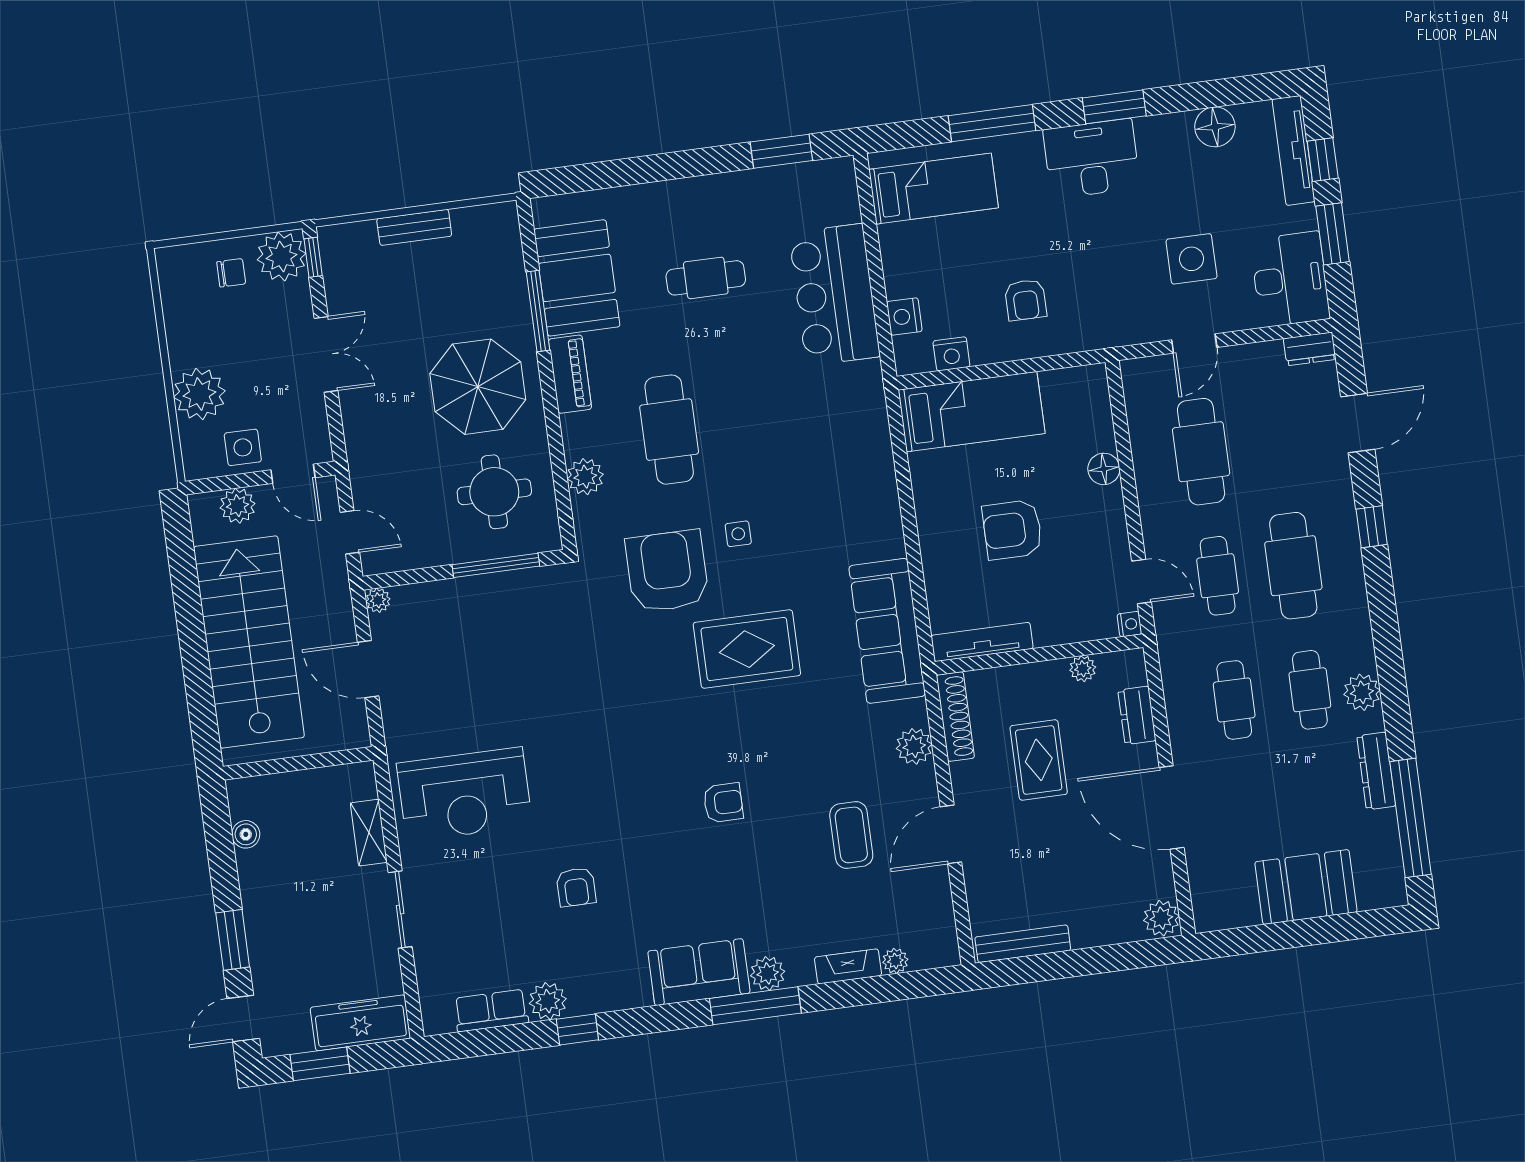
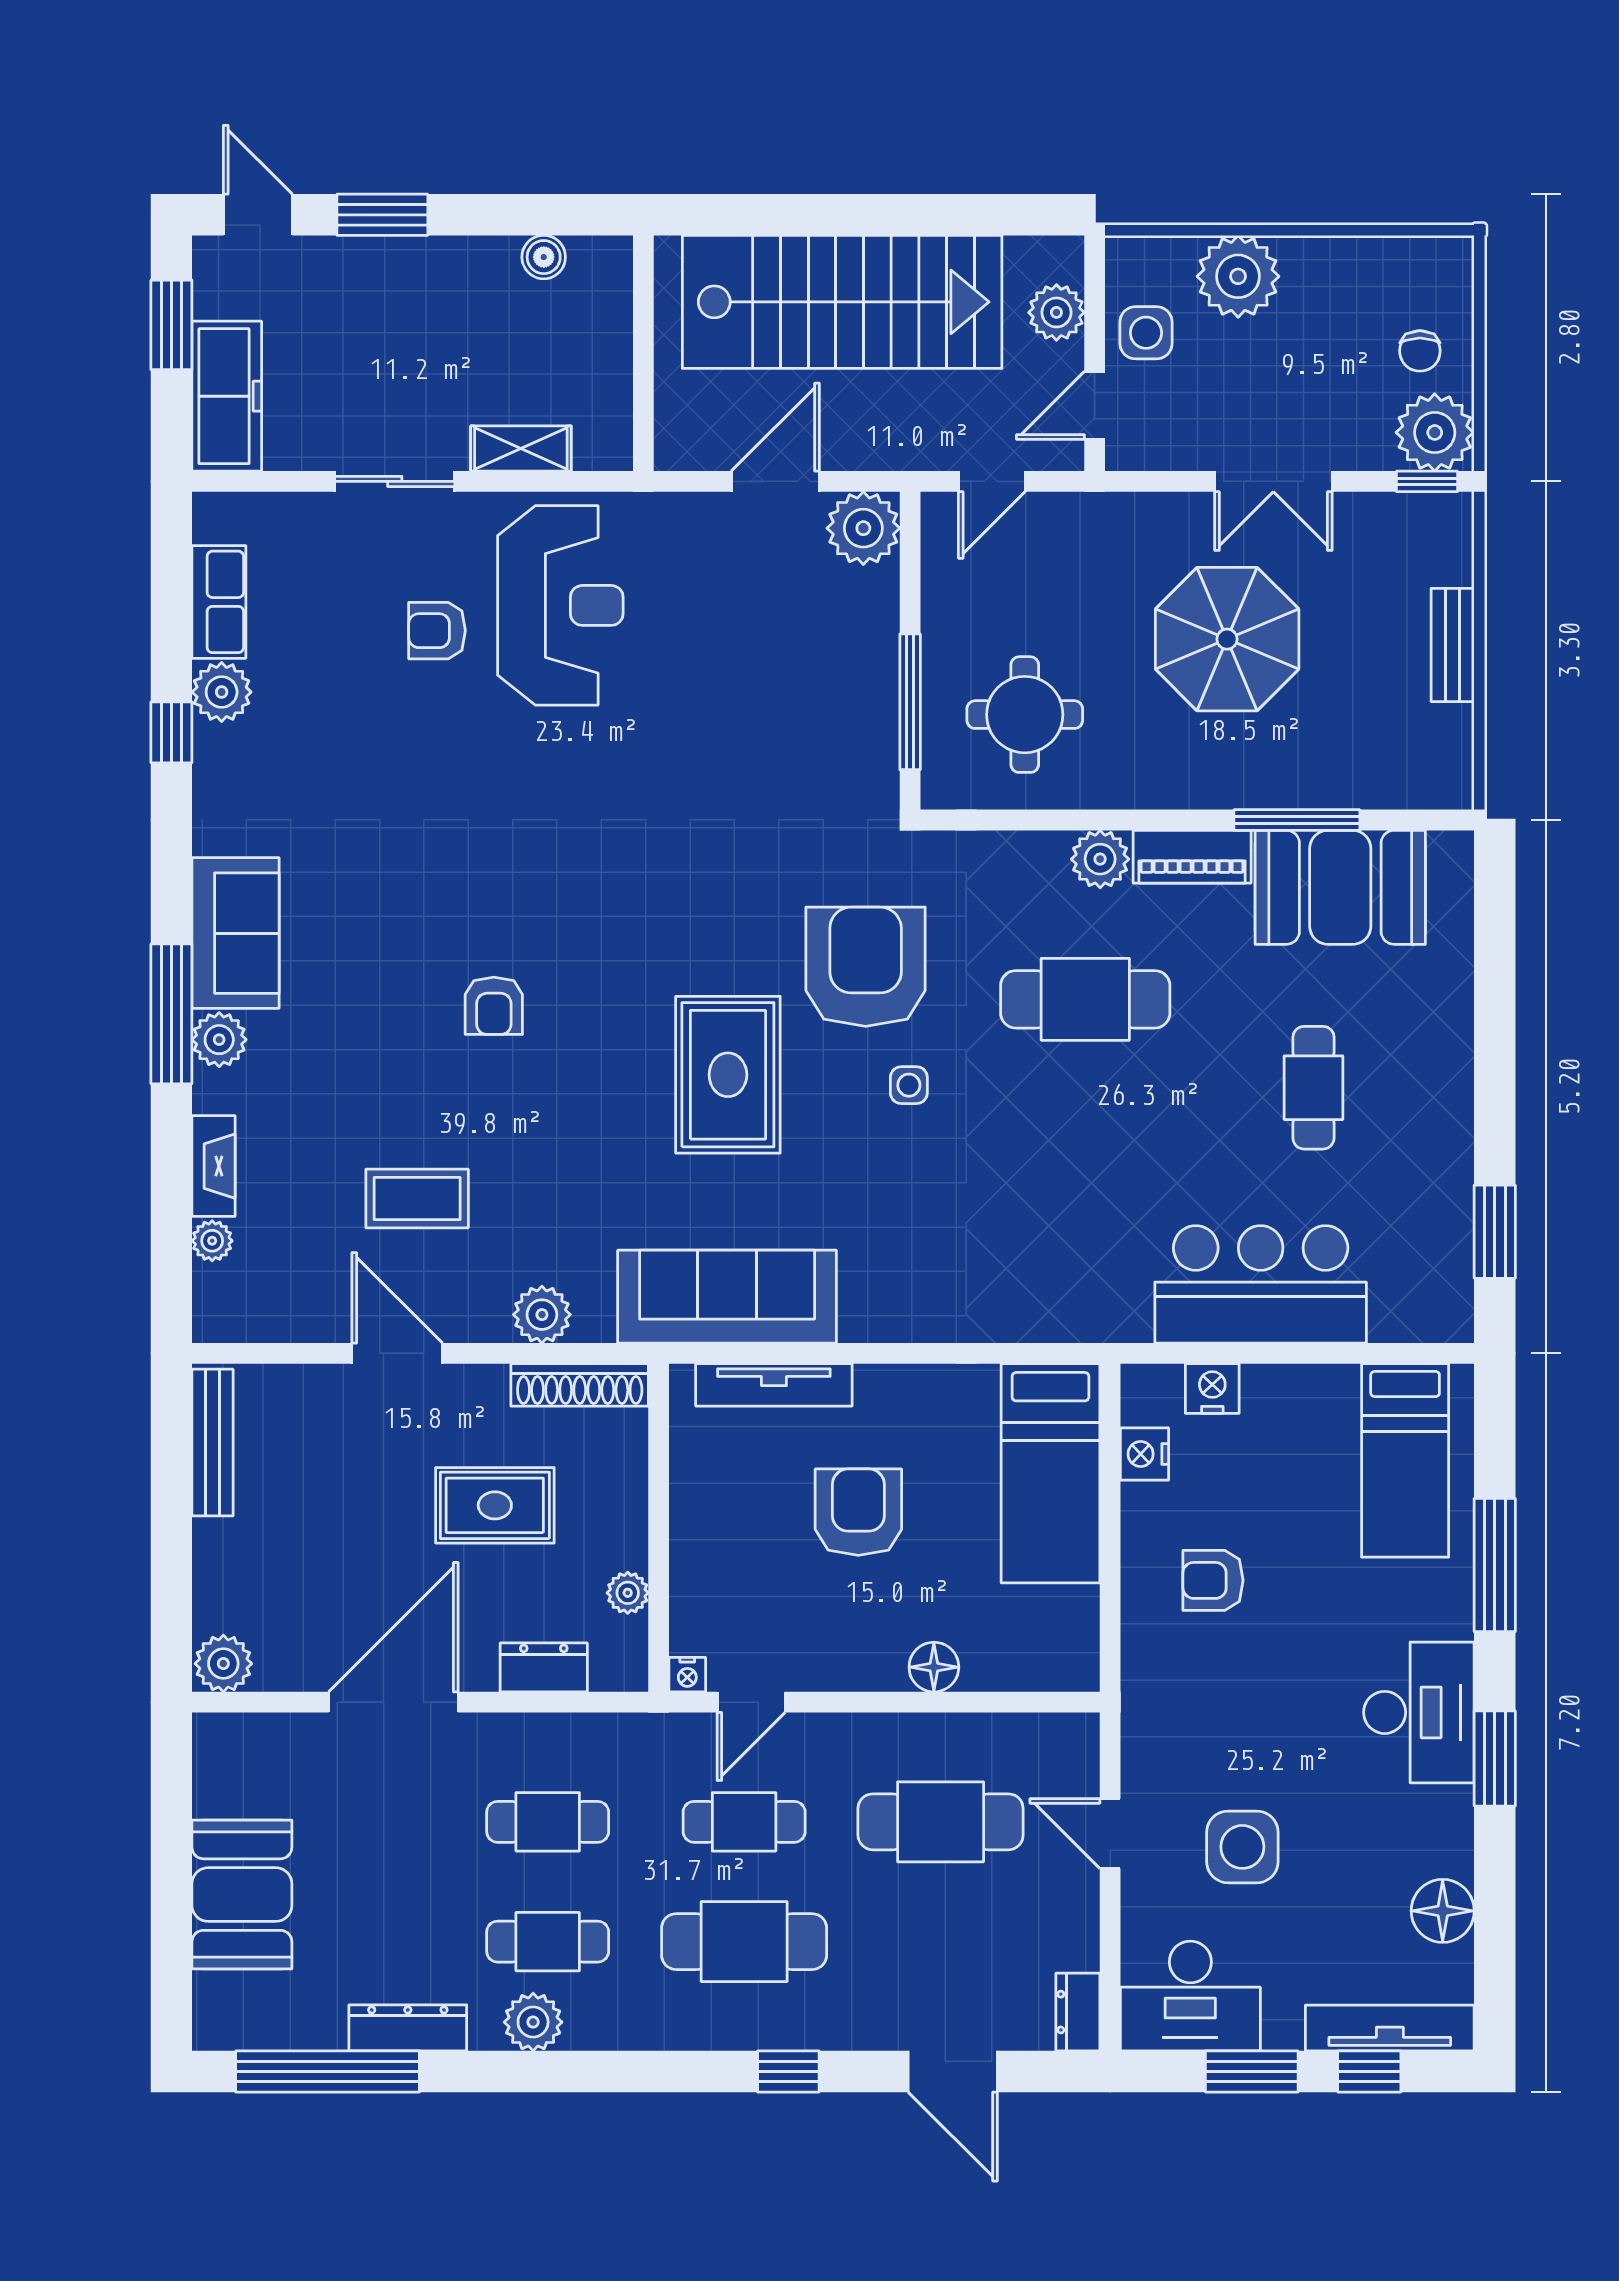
parasol: (478, 387) -> (1227, 639), moved
plant: (585, 477) -> (1100, 859), moved
armchair: (667, 571) -> (866, 967), turned -90
plant: (378, 600) -> (863, 528), width x1.88, depth x1.88
tv unit: (982, 642) -> (774, 1385), moved, turned 90
reception desk: (464, 794) -> (560, 605), turned 180
armchair: (576, 887) -> (437, 631), moved

